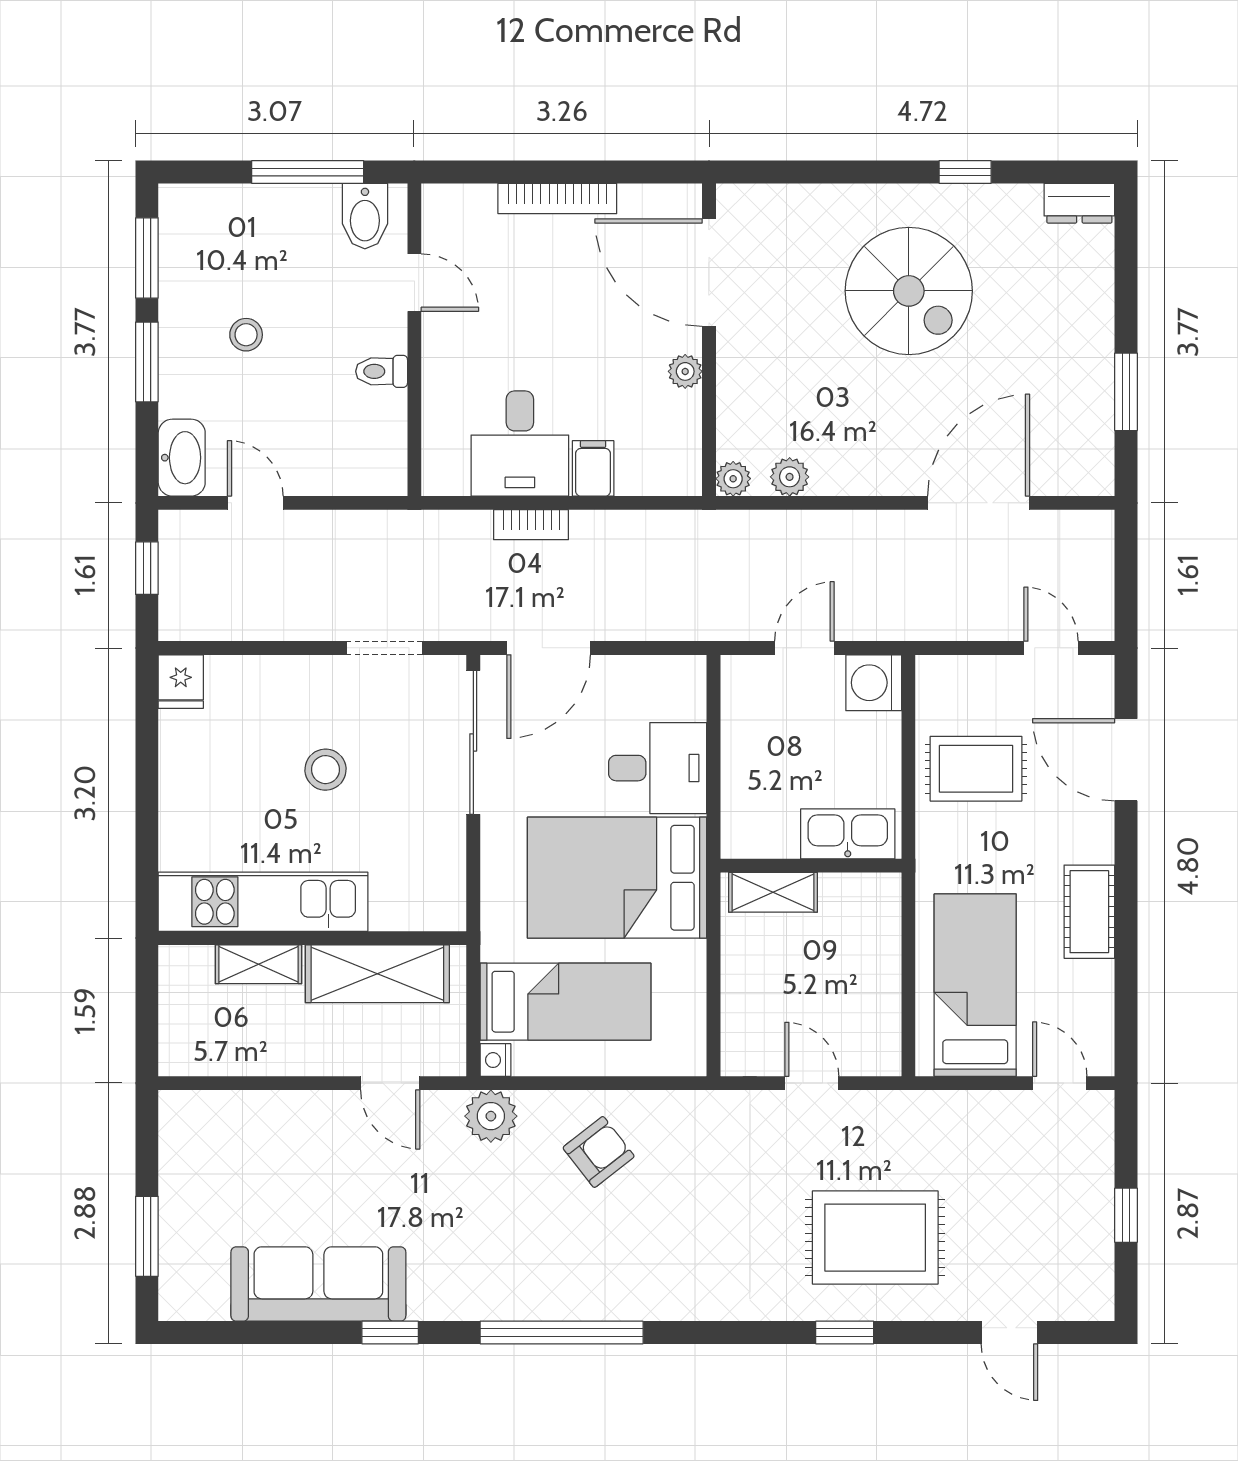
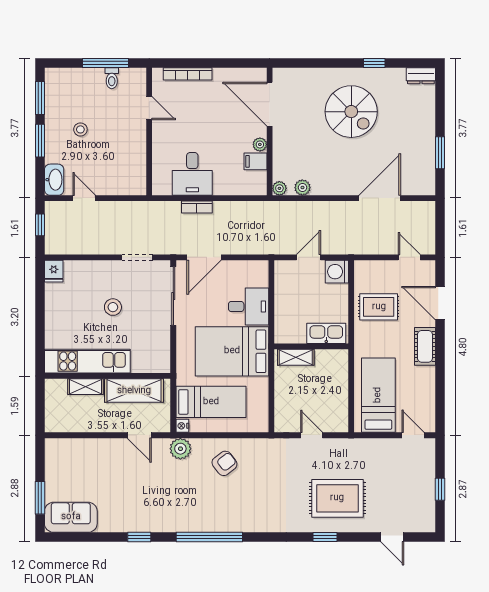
bookcase: (557, 199) -> (188, 74), moved
bidet: (365, 216) -> (129, 81), removed
toilet: (382, 371) -> (112, 78), moved, turned -90
filing cabinet: (593, 468) -> (255, 161), moved, turned -90
cot: (1089, 912) -> (425, 346), moved
sofa: (318, 1284) -> (71, 517), moved, width x0.73

